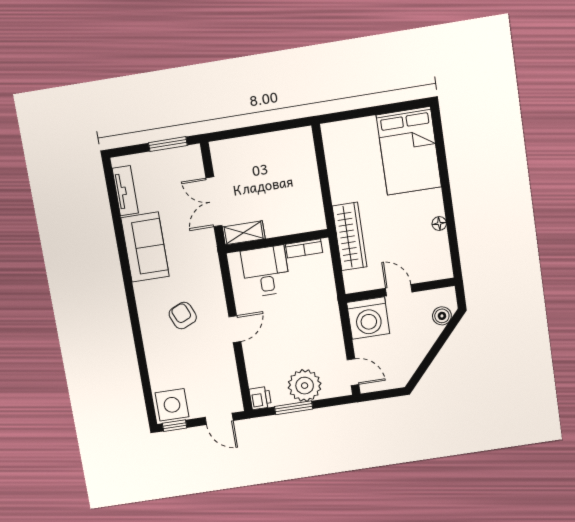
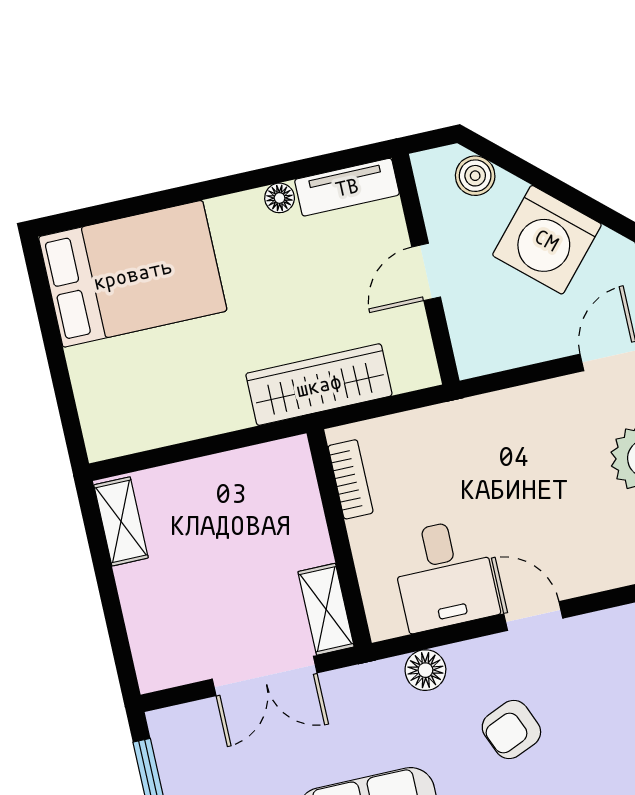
shelving: (291, 138) -> (121, 521), added
tv unit: (442, 256) -> (347, 187), added
desk: (266, 271) -> (445, 575), moved, turned -90
floor lamp: (212, 278) -> (425, 670), added
washing machine: (368, 318) -> (547, 240), moved, turned 132

